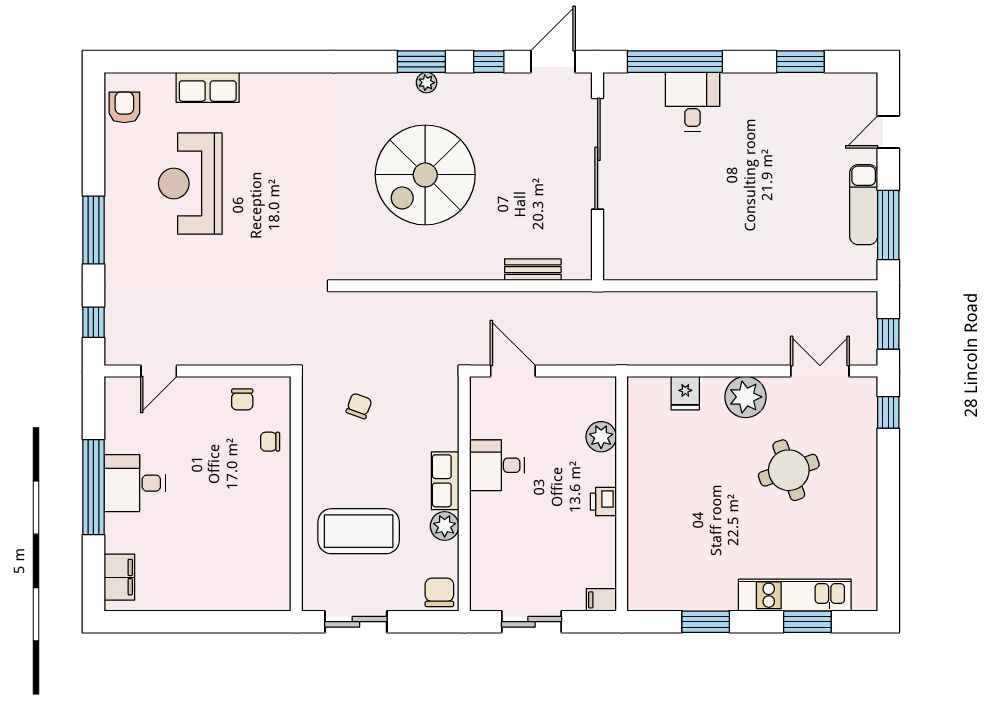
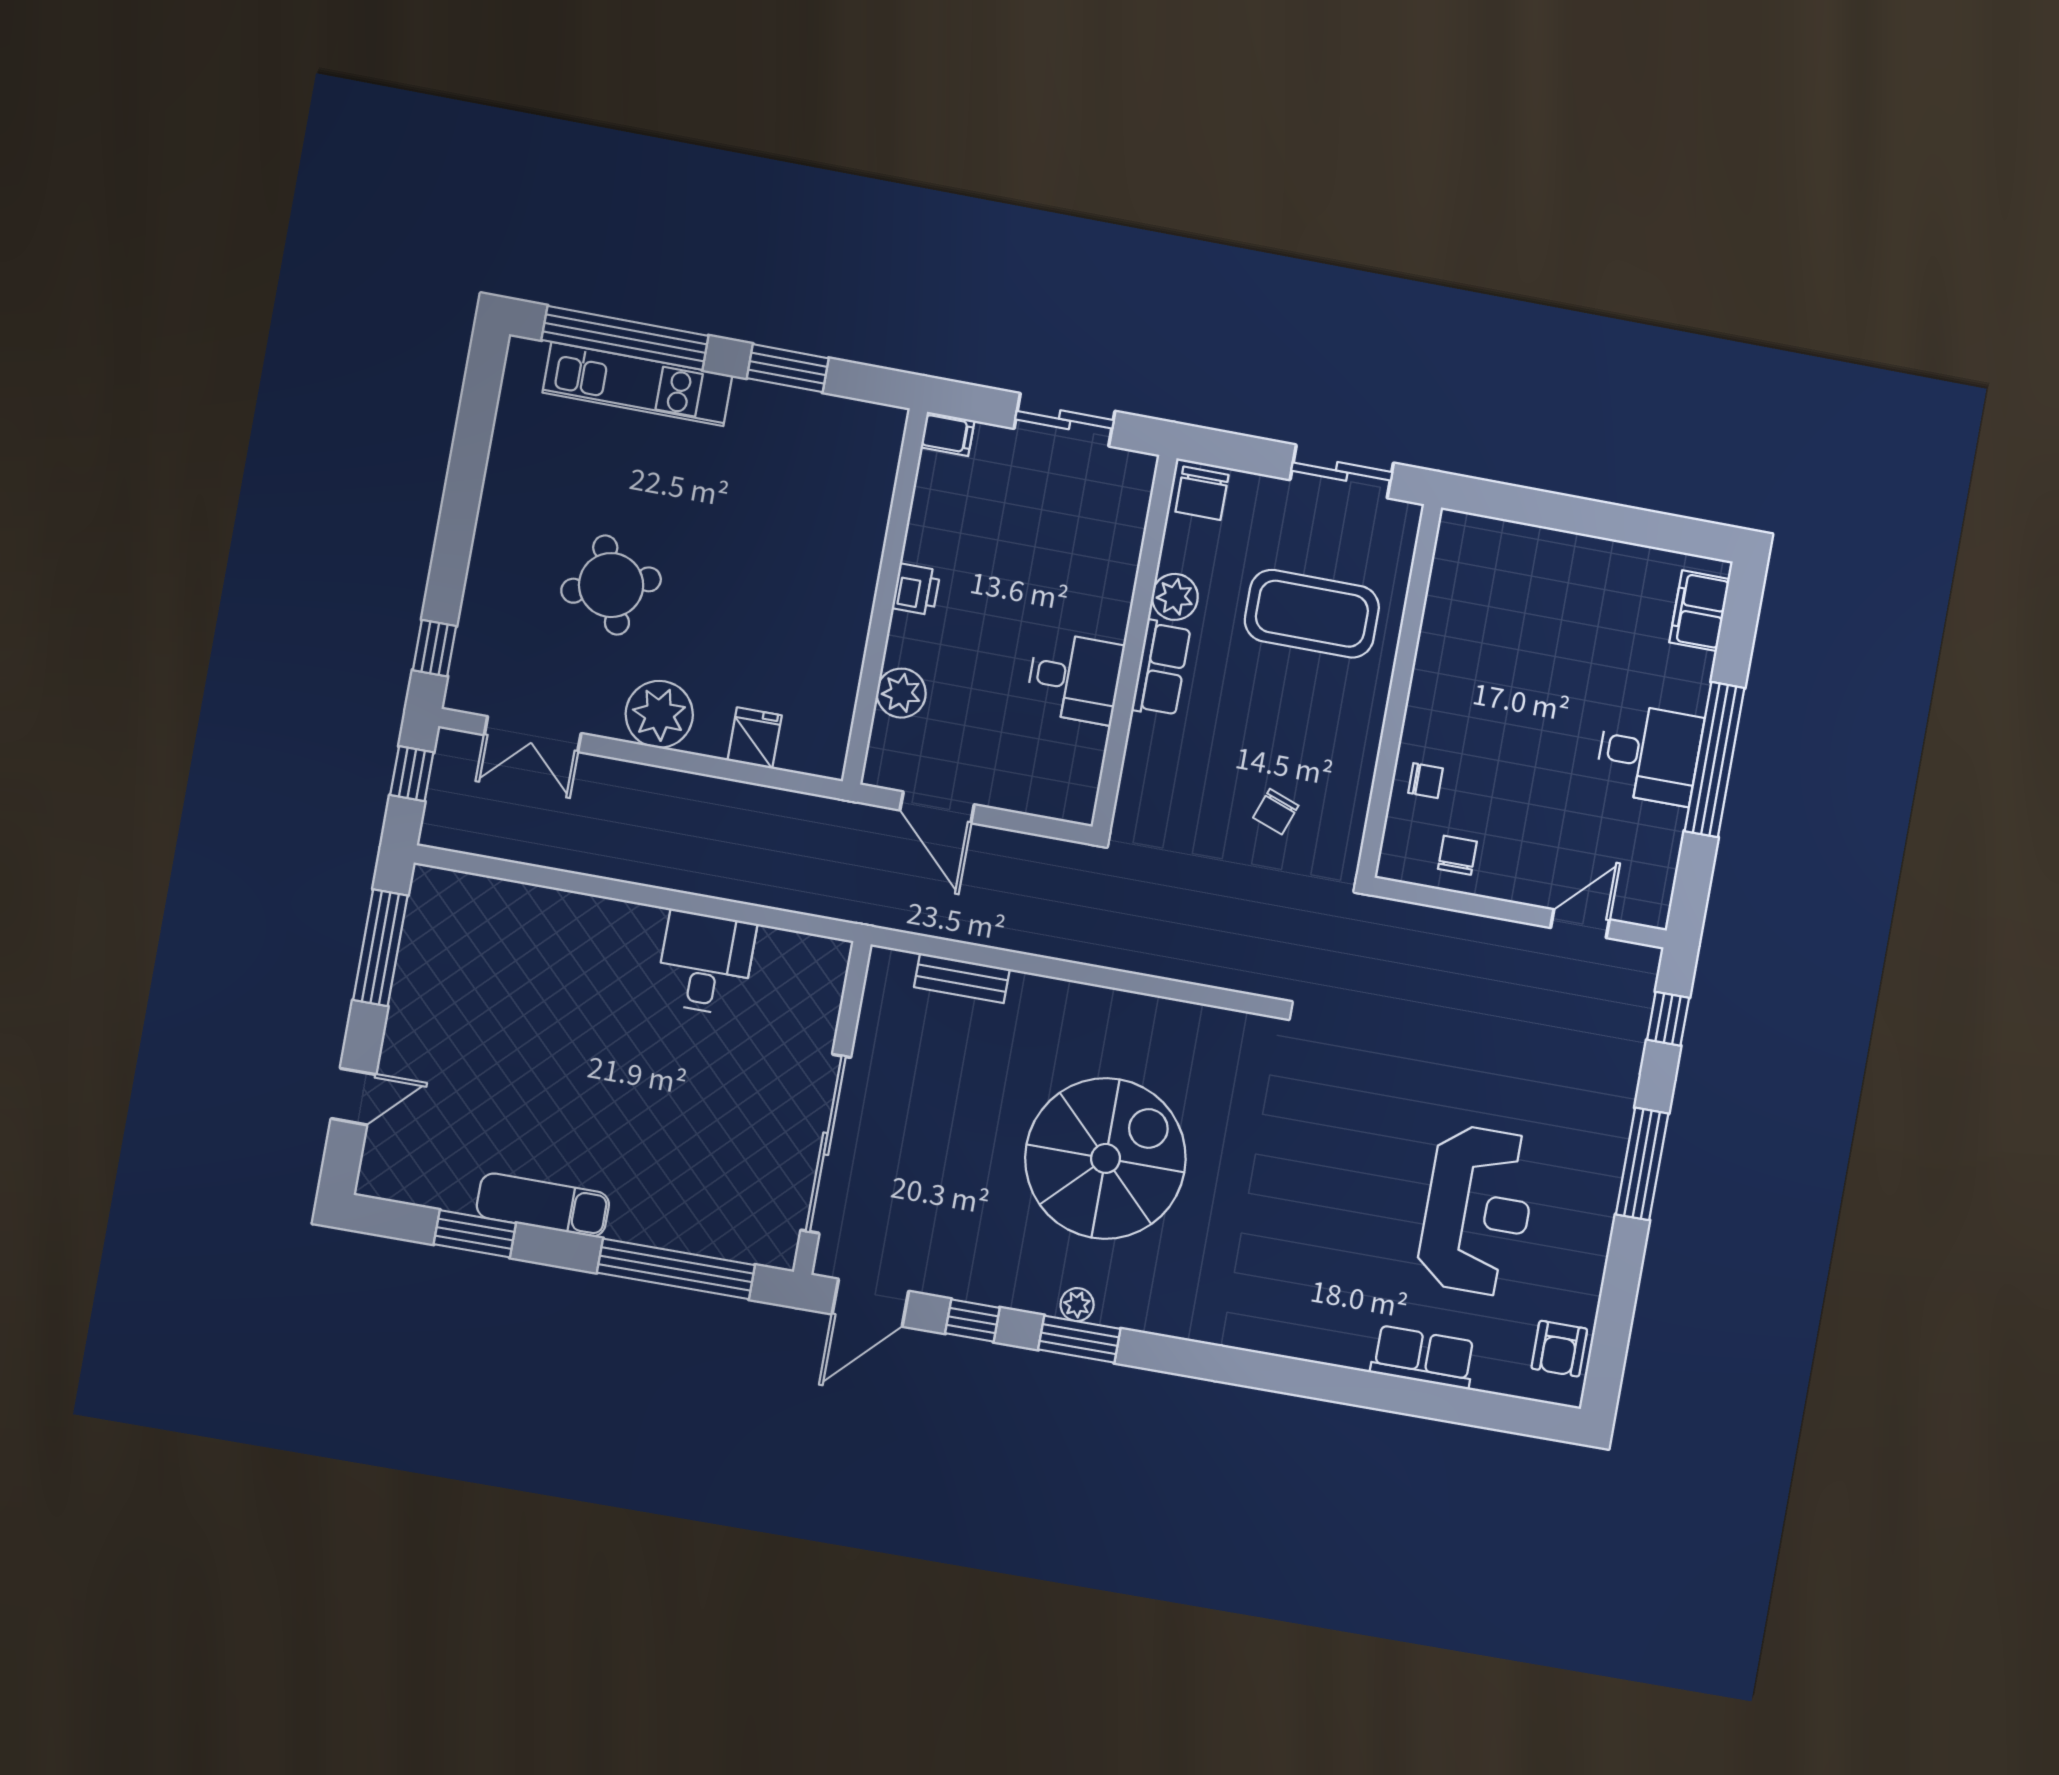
desk: (693, 102) -> (706, 963), moved, turned 180
exam couch: (864, 205) -> (543, 1205), moved, turned -90
door: (513, 371) -> (937, 807), moved
window: (807, 622) -> (625, 338), width x2.11

